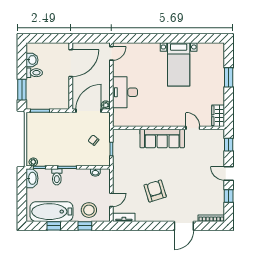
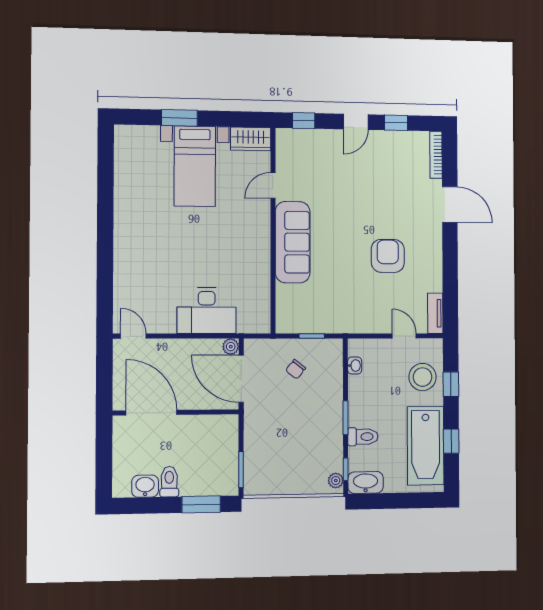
bed with nightstands: (179, 64) -> (195, 166), moved, turned 90
armchair: (155, 191) -> (388, 256), turned 107

